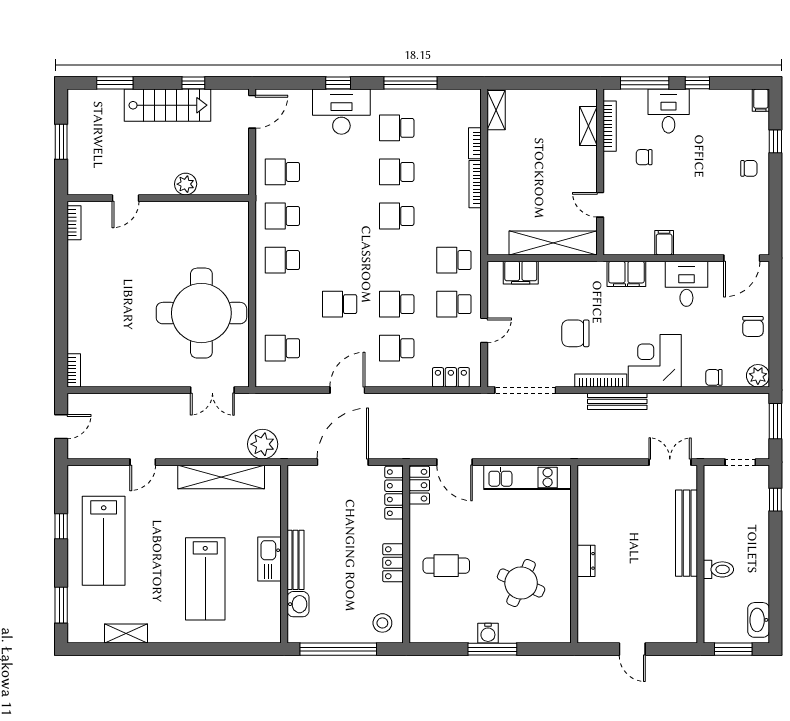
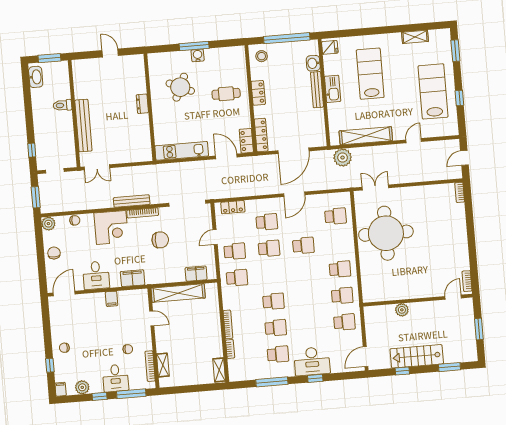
plant: (725, 100) -> (82, 387), added
door: (125, 198) -> (453, 297), moved
fridge: (268, 628) -> (330, 47), added

